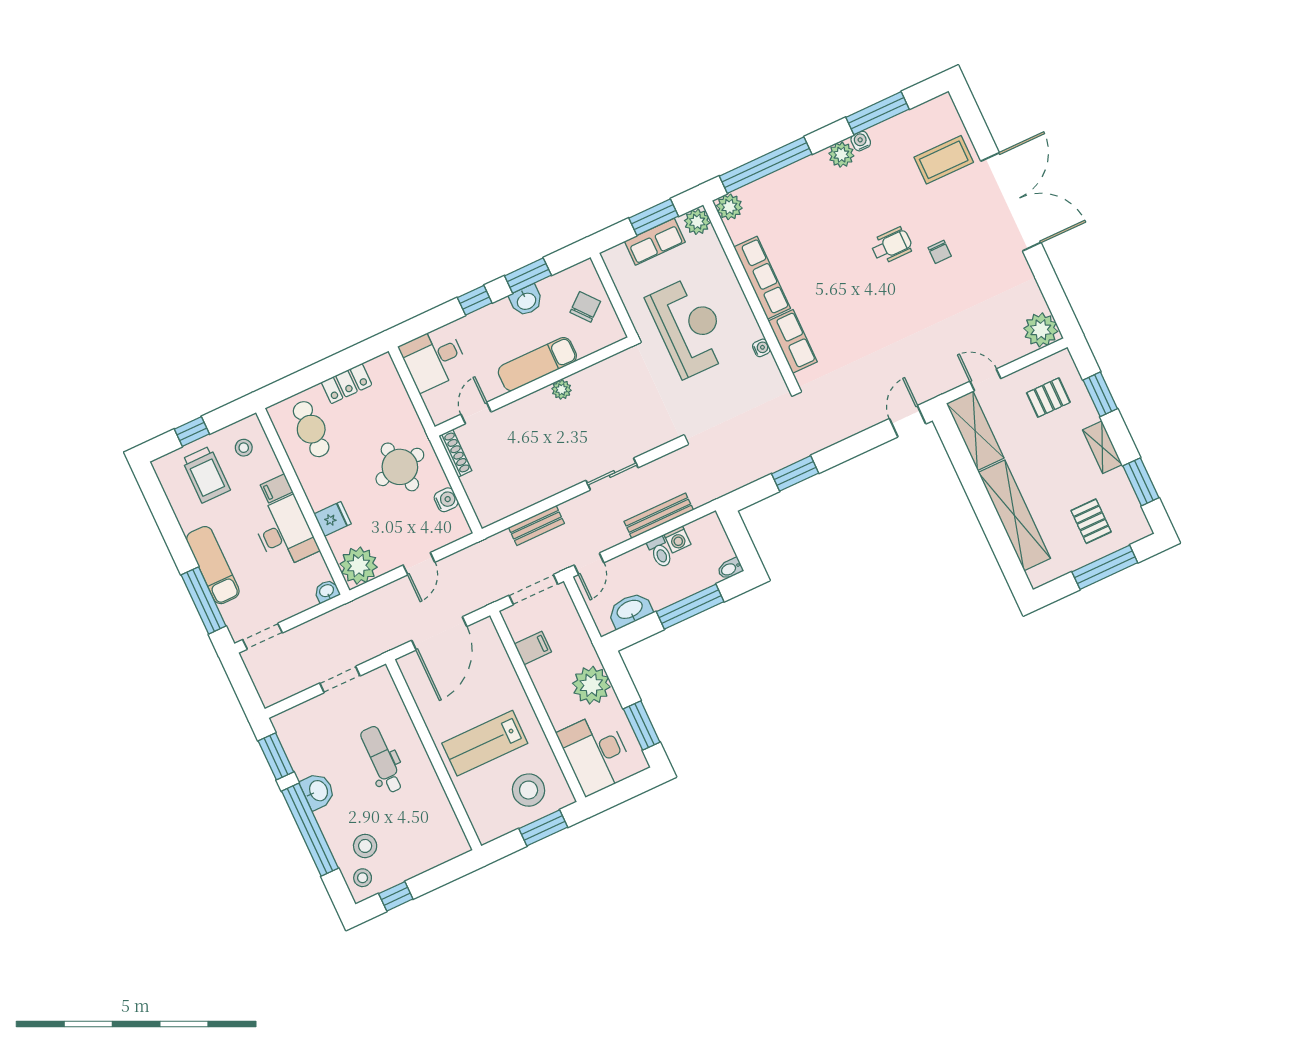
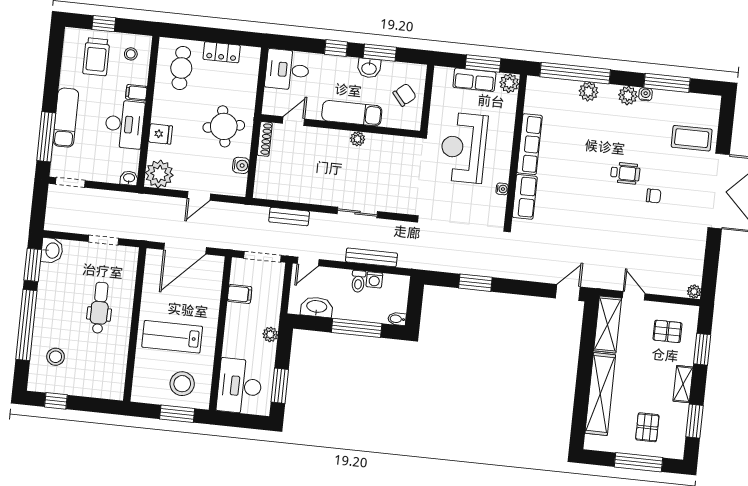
plant: (729, 207) -> (589, 92), moved
chair: (940, 252) -> (654, 196), turned -90
reception desk: (689, 327) -> (464, 148), turned 180
plant: (1041, 330) -> (694, 292), width x0.53, depth x0.53
plant: (591, 685) -> (270, 334), width x0.53, depth x0.53
washbasin: (318, 791) -> (52, 250), moved
stool: (363, 878) -> (42, 376), removed

